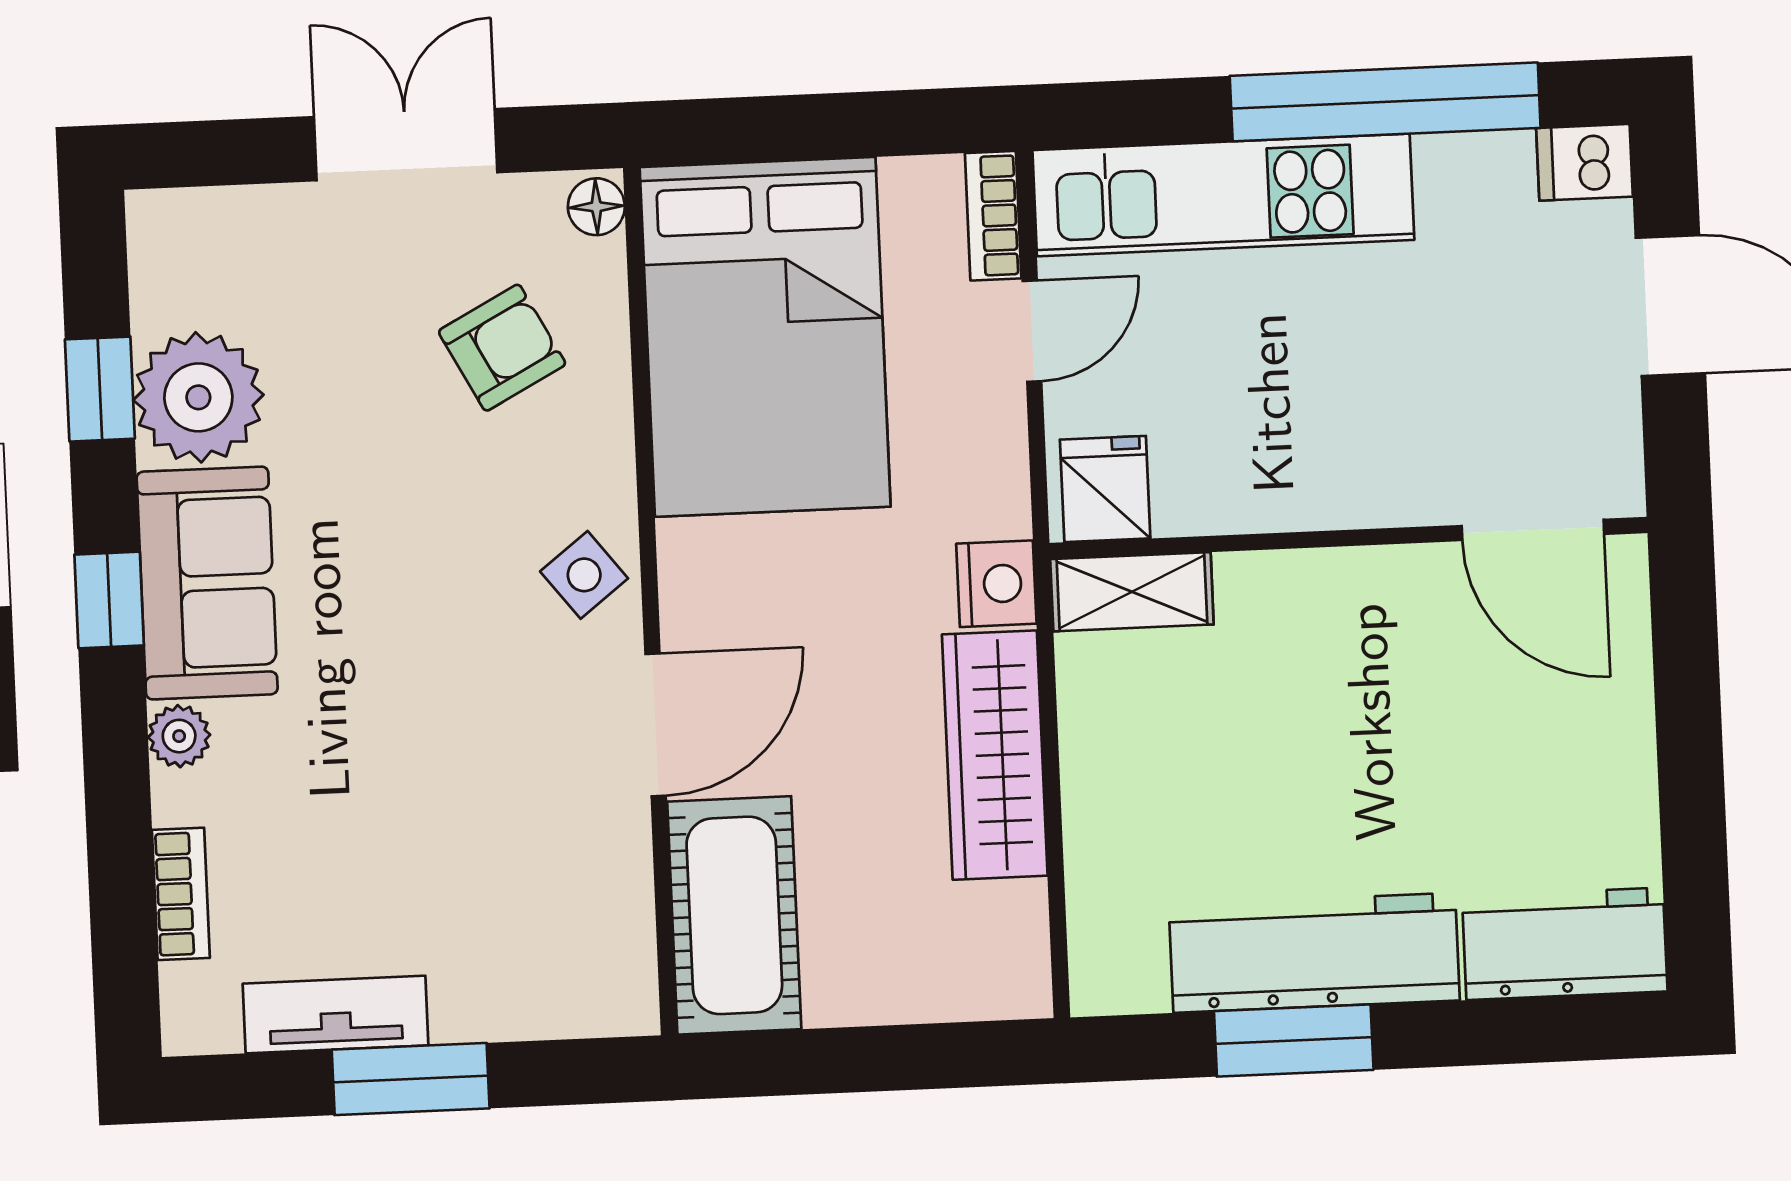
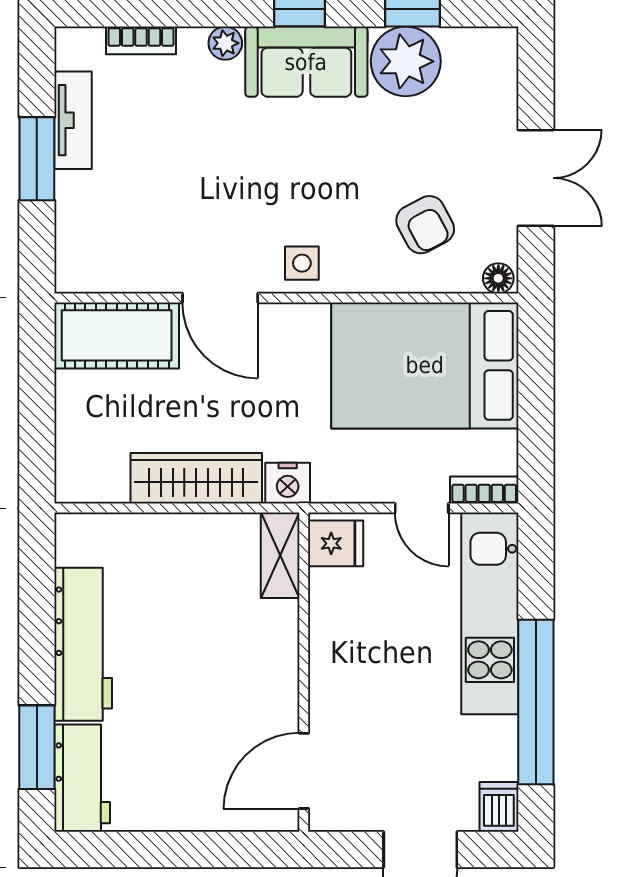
side table: (584, 575) -> (302, 263), turned 38
window: (1294, 1040) -> (37, 747), moved

